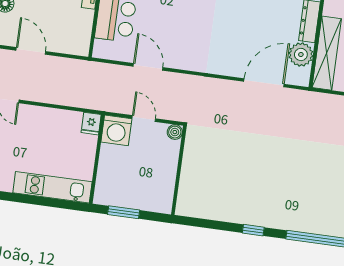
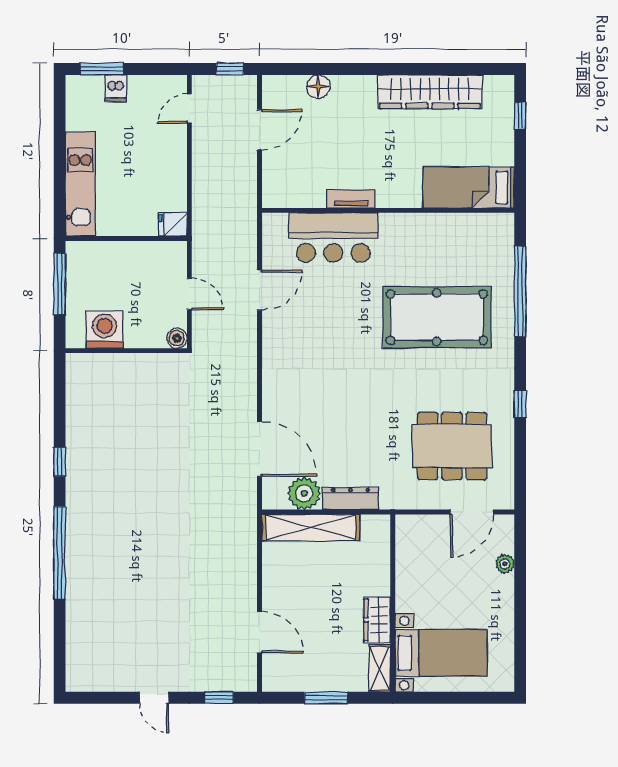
door: (144, 119) -> (189, 294), hinge flipped
washing machine: (116, 130) -> (104, 330), moved, turned 90
window: (124, 212) -> (60, 284), width x1.44

